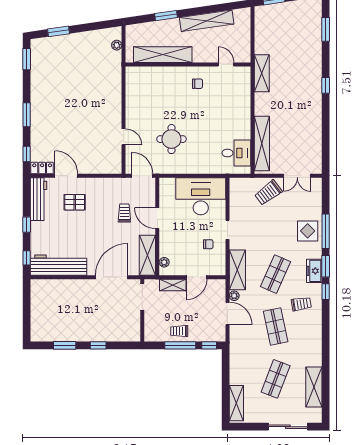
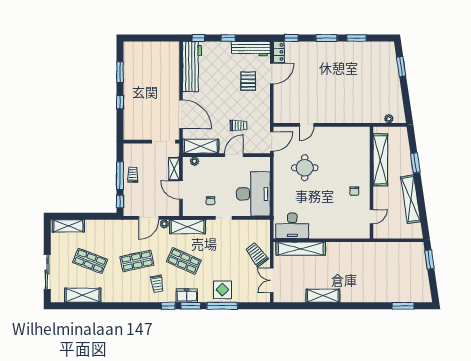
window: (27, 59) -> (357, 38), moved
shelving: (262, 73) -> (323, 296), moved
window: (326, 85) -> (353, 306), removed
desk: (236, 153) -> (292, 226), width x1.37

